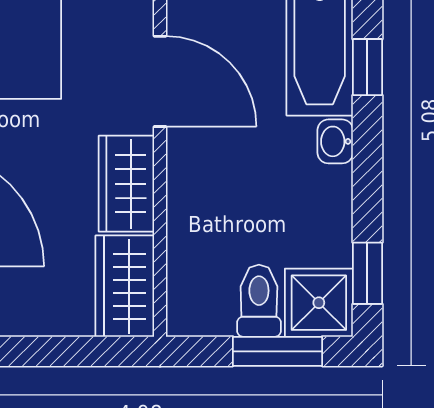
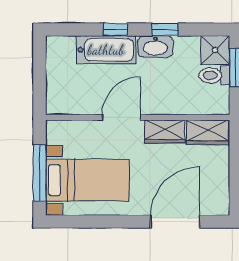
washbasin: (335, 141) -> (155, 47), width x1.91, depth x1.45
window: (367, 273) -> (165, 30), moved

